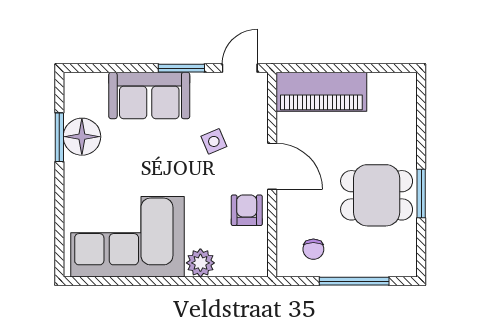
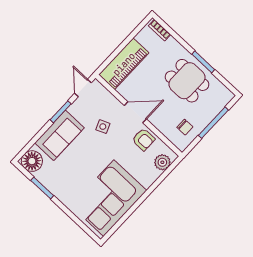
bookcase: (409, 98) -> (160, 30), added
floor lamp: (82, 137) -> (32, 161), moved
dining table: (377, 195) -> (187, 81), turned 90
armchair: (247, 210) -> (144, 139), turned 180
plant: (200, 263) -> (162, 162), moved

